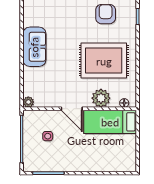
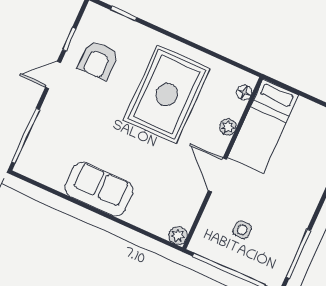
armchair: (106, 14) -> (98, 60), turned -90
plant: (101, 98) -> (228, 127), width x0.53, depth x0.53
door: (72, 109) -> (217, 175), swing flipped

